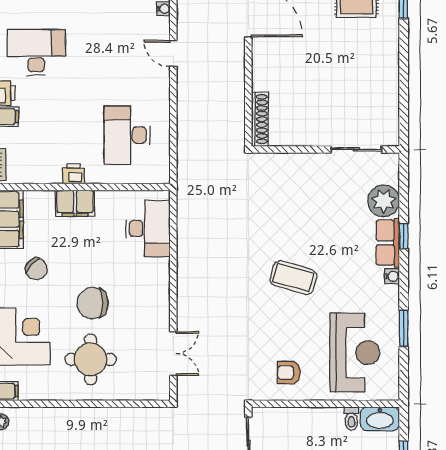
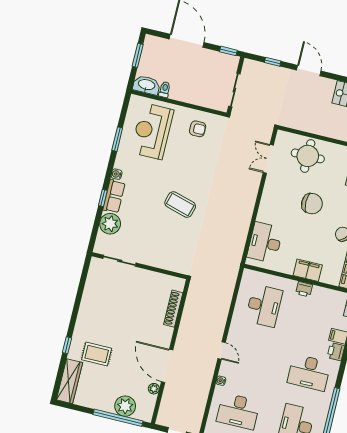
shoe rack: (260, 119) -> (173, 309), moved
coffee table: (293, 278) -> (180, 205), moved
round table: (91, 359) -> (308, 156), moved

